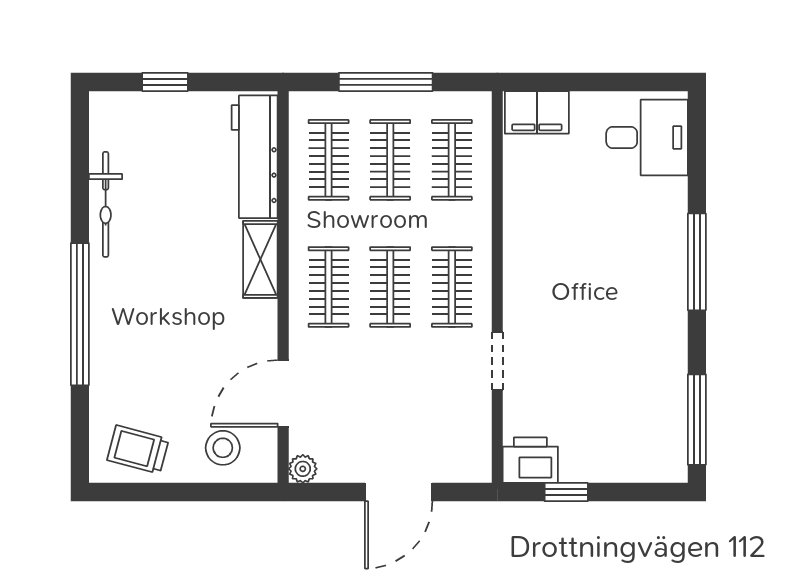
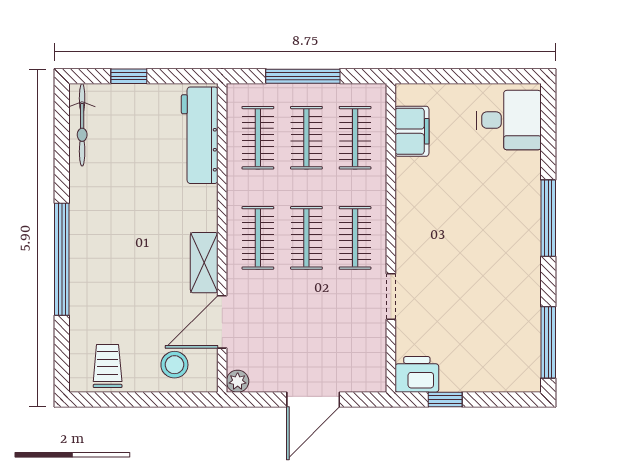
filing cabinet: (537, 112) -> (412, 131), moved, turned -90
bicycle: (106, 204) -> (82, 125), moved
shelving: (260, 259) -> (204, 263), moved
trolley: (138, 450) -> (108, 366), turned 75

